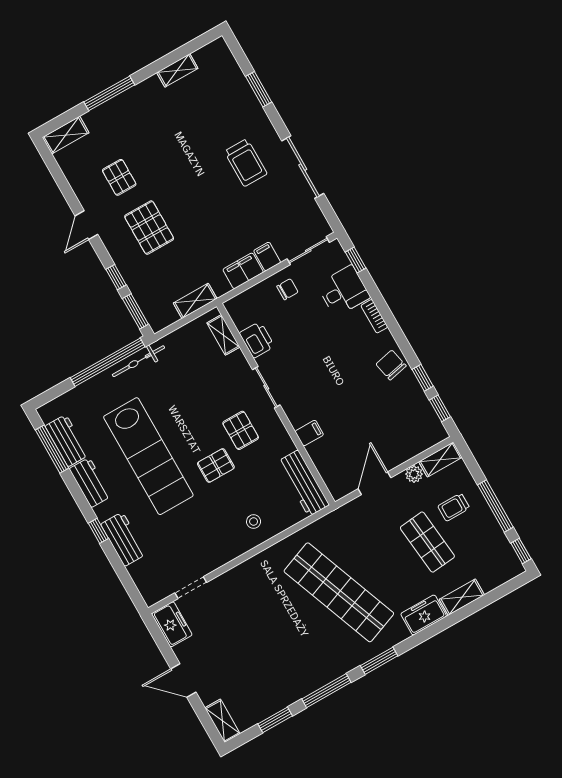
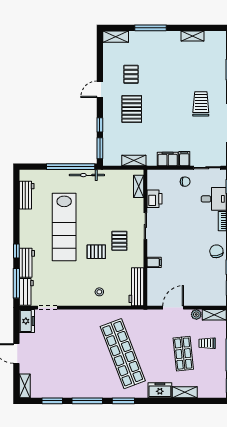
trolley: (246, 163) -> (201, 104), turned 180
window: (52, 449) -> (16, 283), moved
workbench: (90, 483) -> (26, 292), moved

